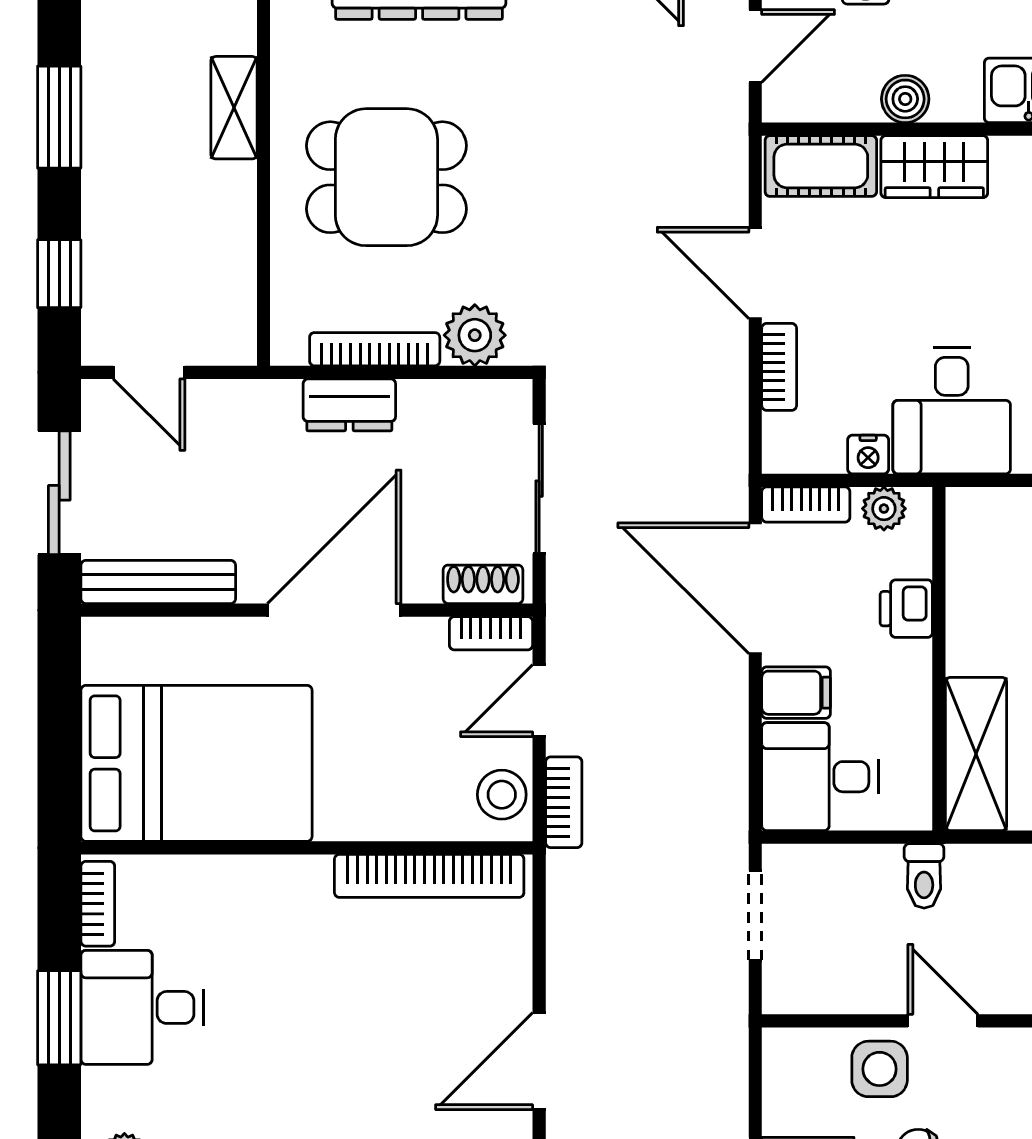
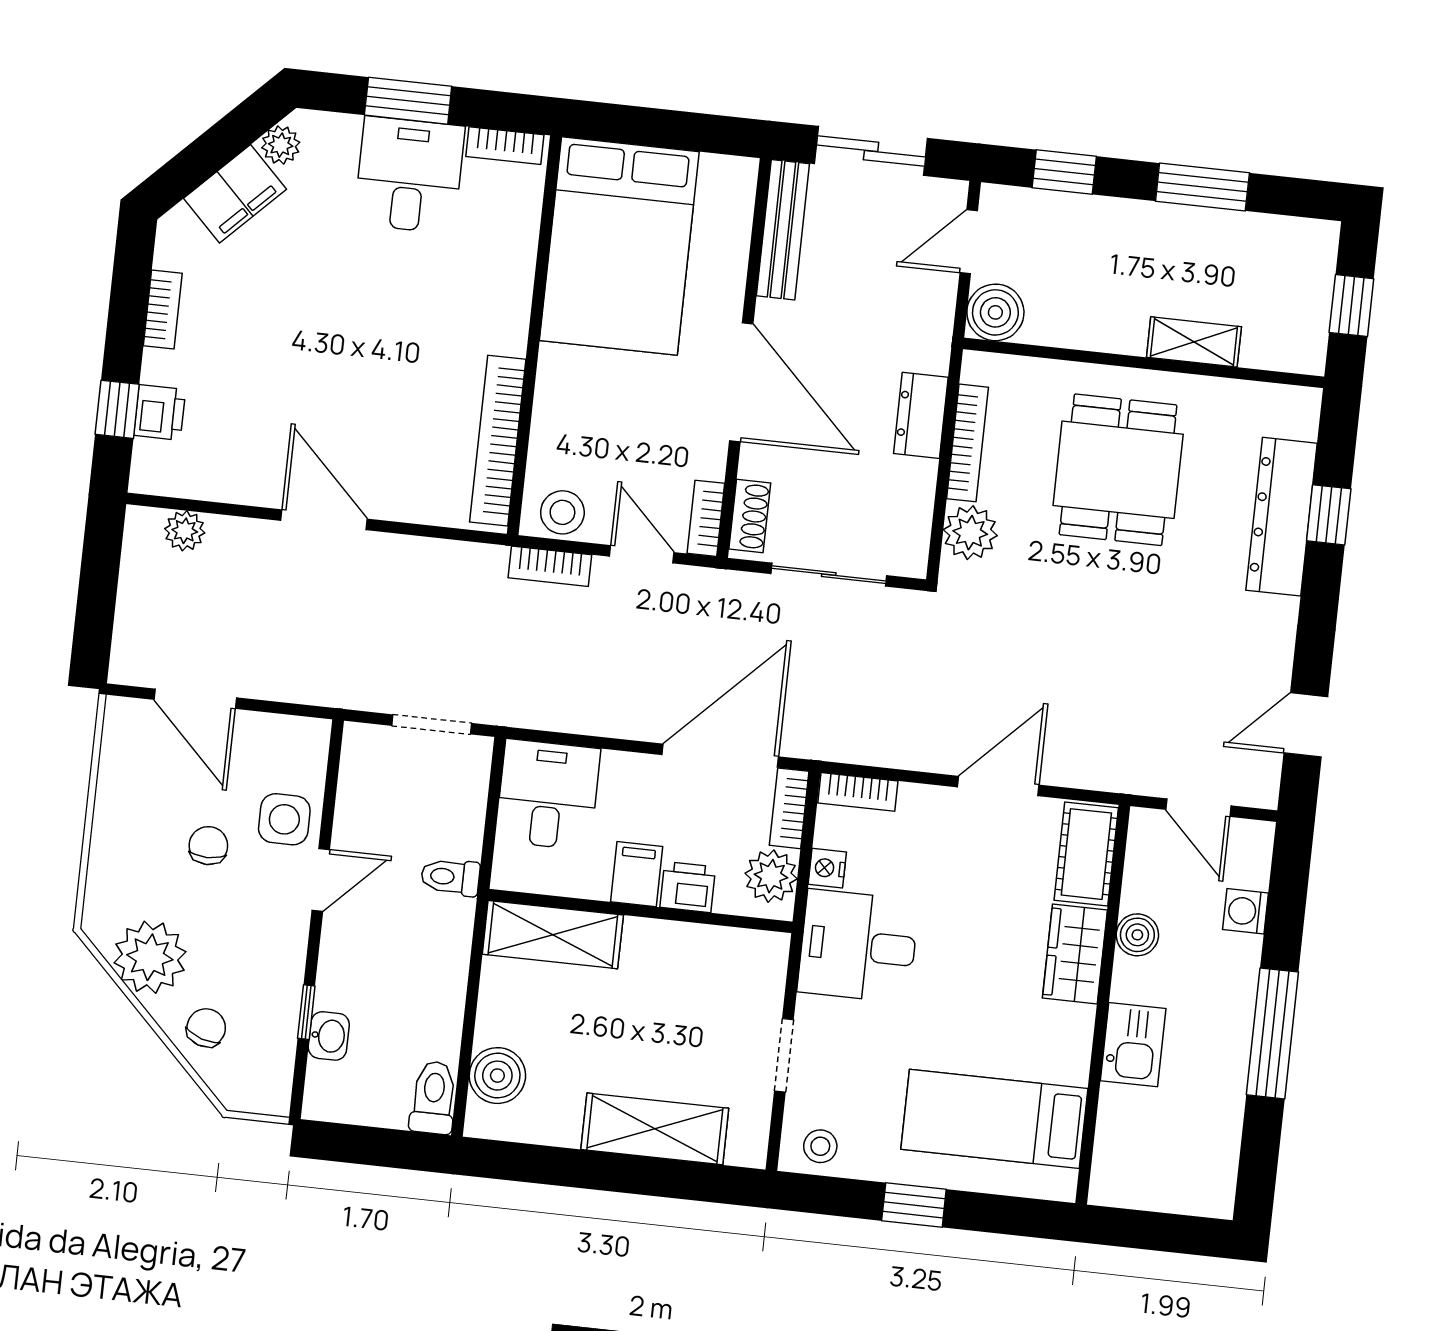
boiler: (225, 334) -> (995, 312), added
bookcase: (779, 367) -> (858, 792), moved
plant: (884, 509) -> (771, 876), width x1.38, depth x1.38
filing cabinet: (796, 693) -> (637, 874), moved, turned 180

